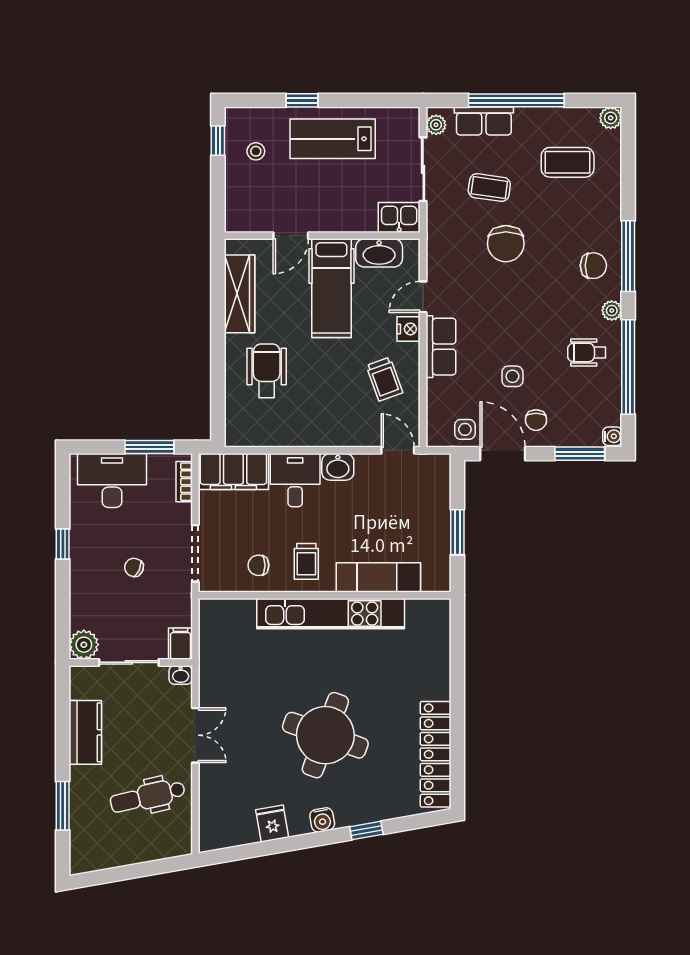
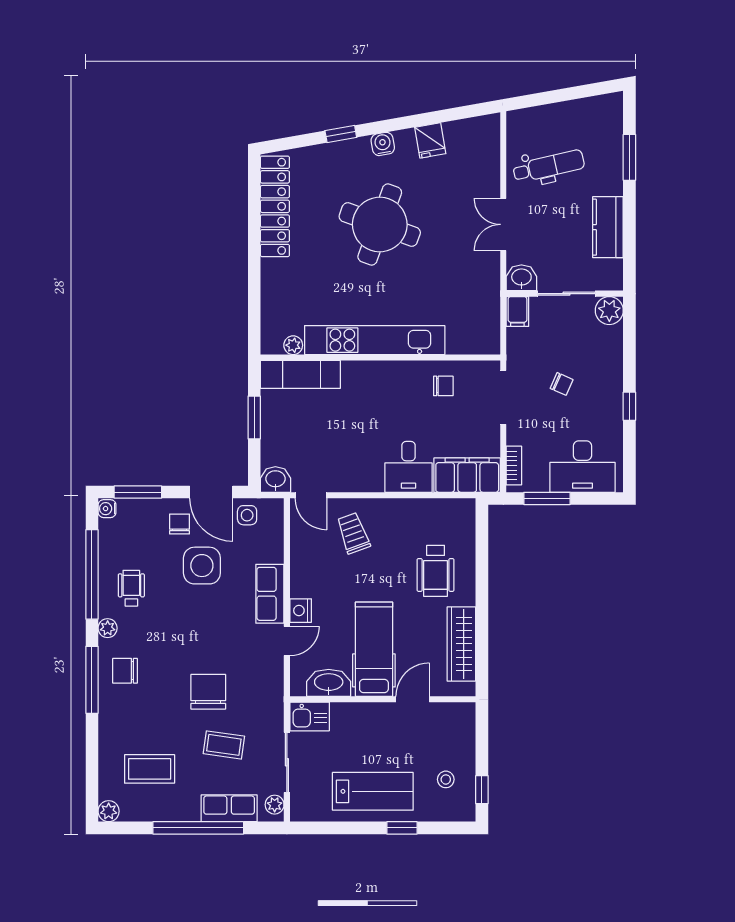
wheelchair: (587, 352) -> (131, 588), turned -90
side table: (512, 376) -> (202, 566), width x1.87, depth x1.87
trolley: (384, 379) -> (353, 533), moved
washbasin: (338, 467) -> (275, 479), moved
trolley: (306, 561) -> (398, 390), removed
exam couch: (378, 577) -> (300, 374), moved
plant: (416, 608) -> (293, 345), added
washbasin: (181, 675) -> (521, 278), width x1.38, depth x1.45

